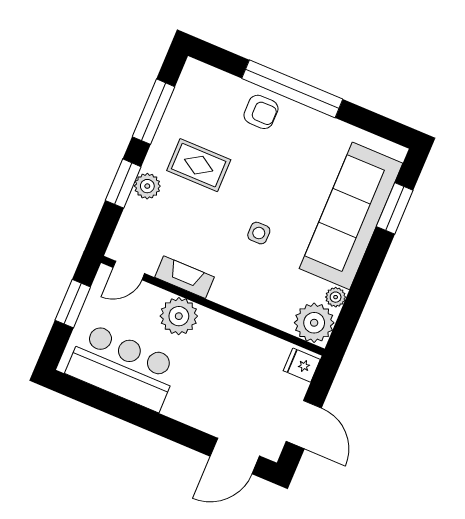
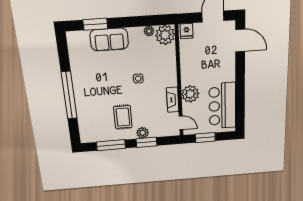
armchair: (261, 112) -> (86, 103), removed
sofa: (351, 216) -> (109, 39), width x0.54, depth x0.79

